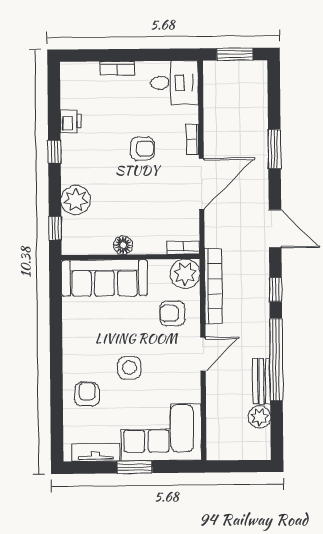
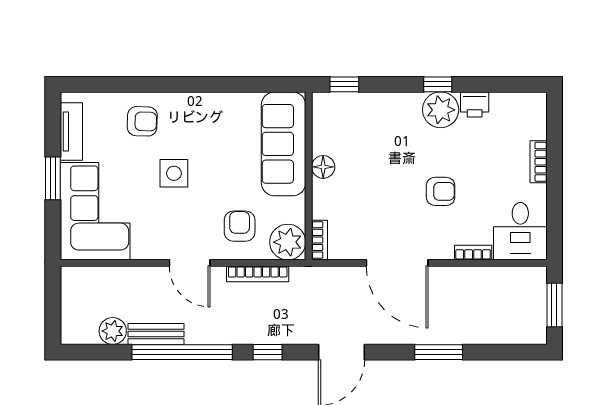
bookcase: (193, 139) -> (473, 253), moved
armchair: (142, 149) -> (441, 191), turned -90
plant: (76, 200) -> (441, 110), moved
bookcase: (213, 286) -> (258, 274), width x0.68, depth x0.76

